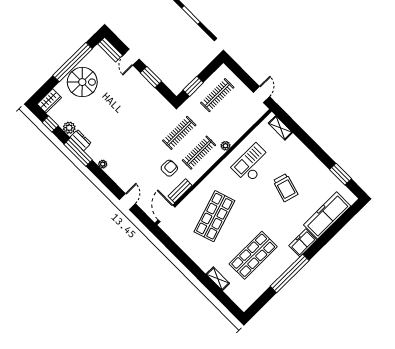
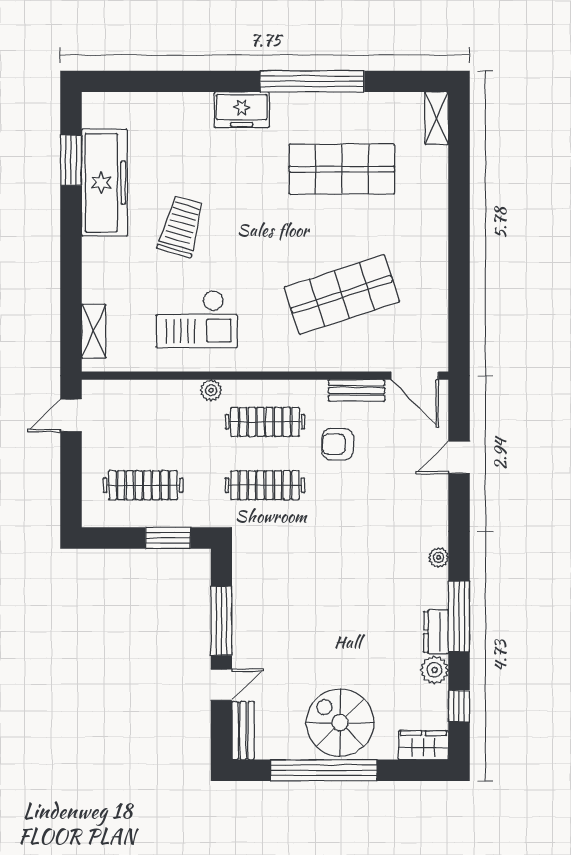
window: (151, 77) -> (221, 621), width x1.44
door: (167, 213) -> (415, 376), hinge flipped
freezer: (327, 215) -> (104, 183), moved, turned -90
shelving: (218, 279) -> (437, 118), moved

